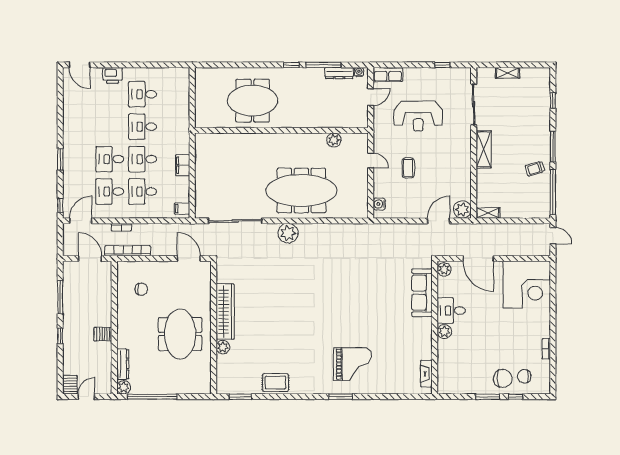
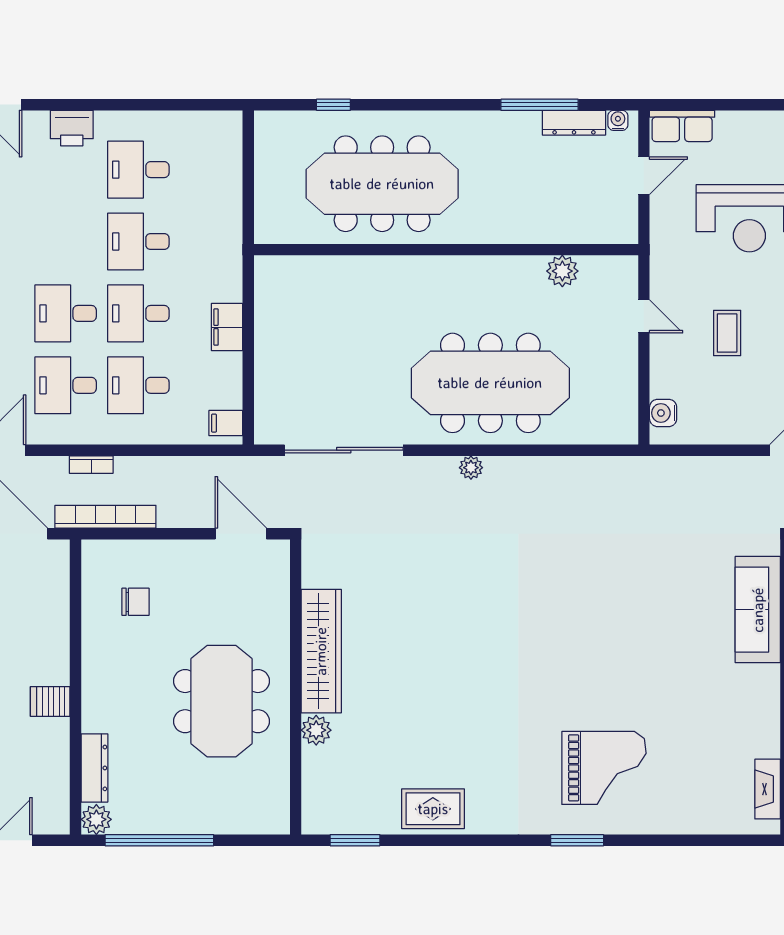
window: (291, 65) -> (333, 105), moved
meeting table: (253, 101) -> (382, 184), width x1.36
plant: (288, 233) -> (471, 468), width x0.53, depth x0.53

